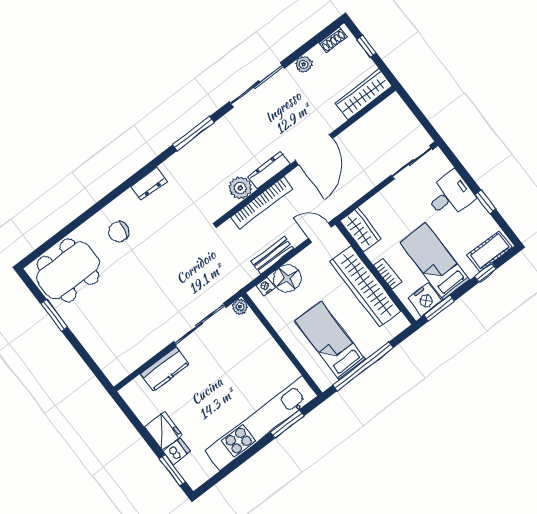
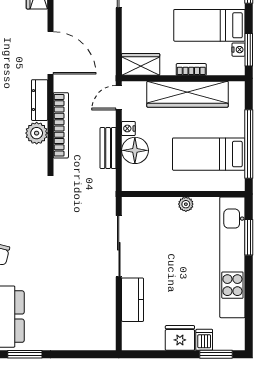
nightstand: (265, 287) -> (128, 128), moved
nightstand: (425, 299) -> (239, 50), width x0.53, depth x0.56
plant: (240, 307) -> (186, 204), moved

